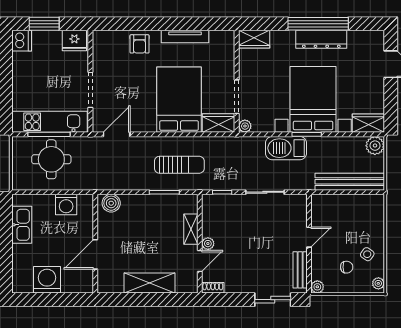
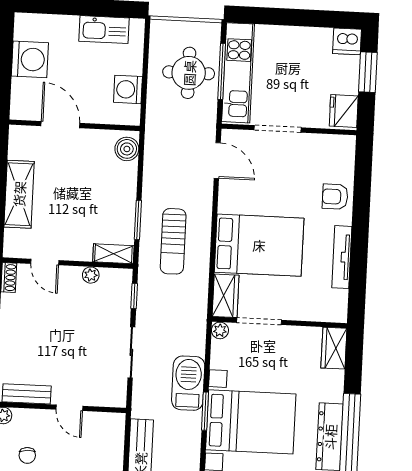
shelving: (191, 229) -> (113, 254), moved
plant: (208, 244) -> (91, 275), moved

